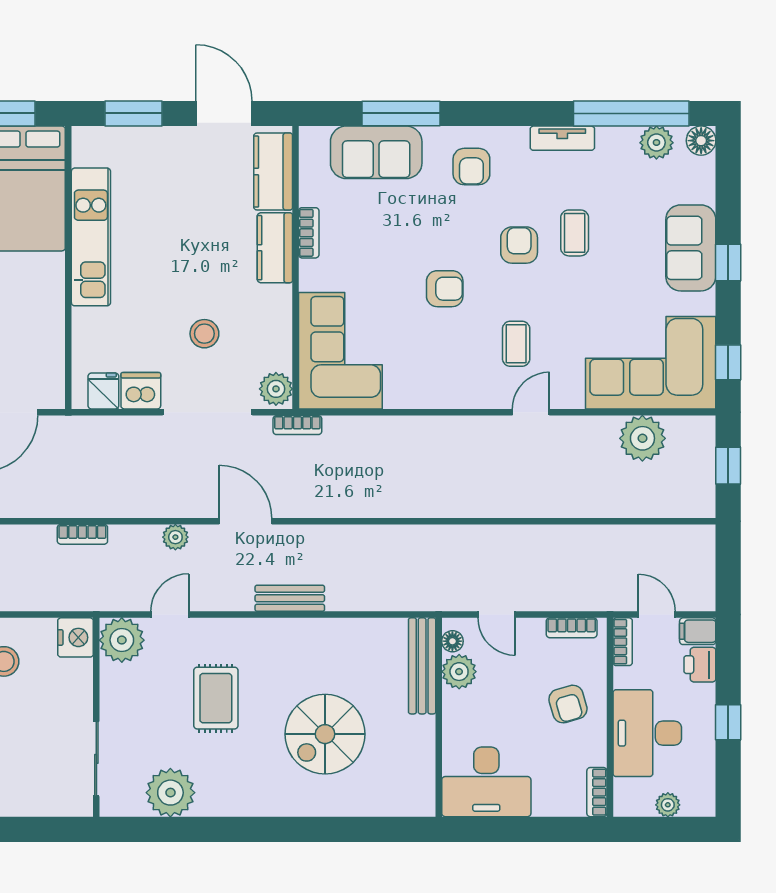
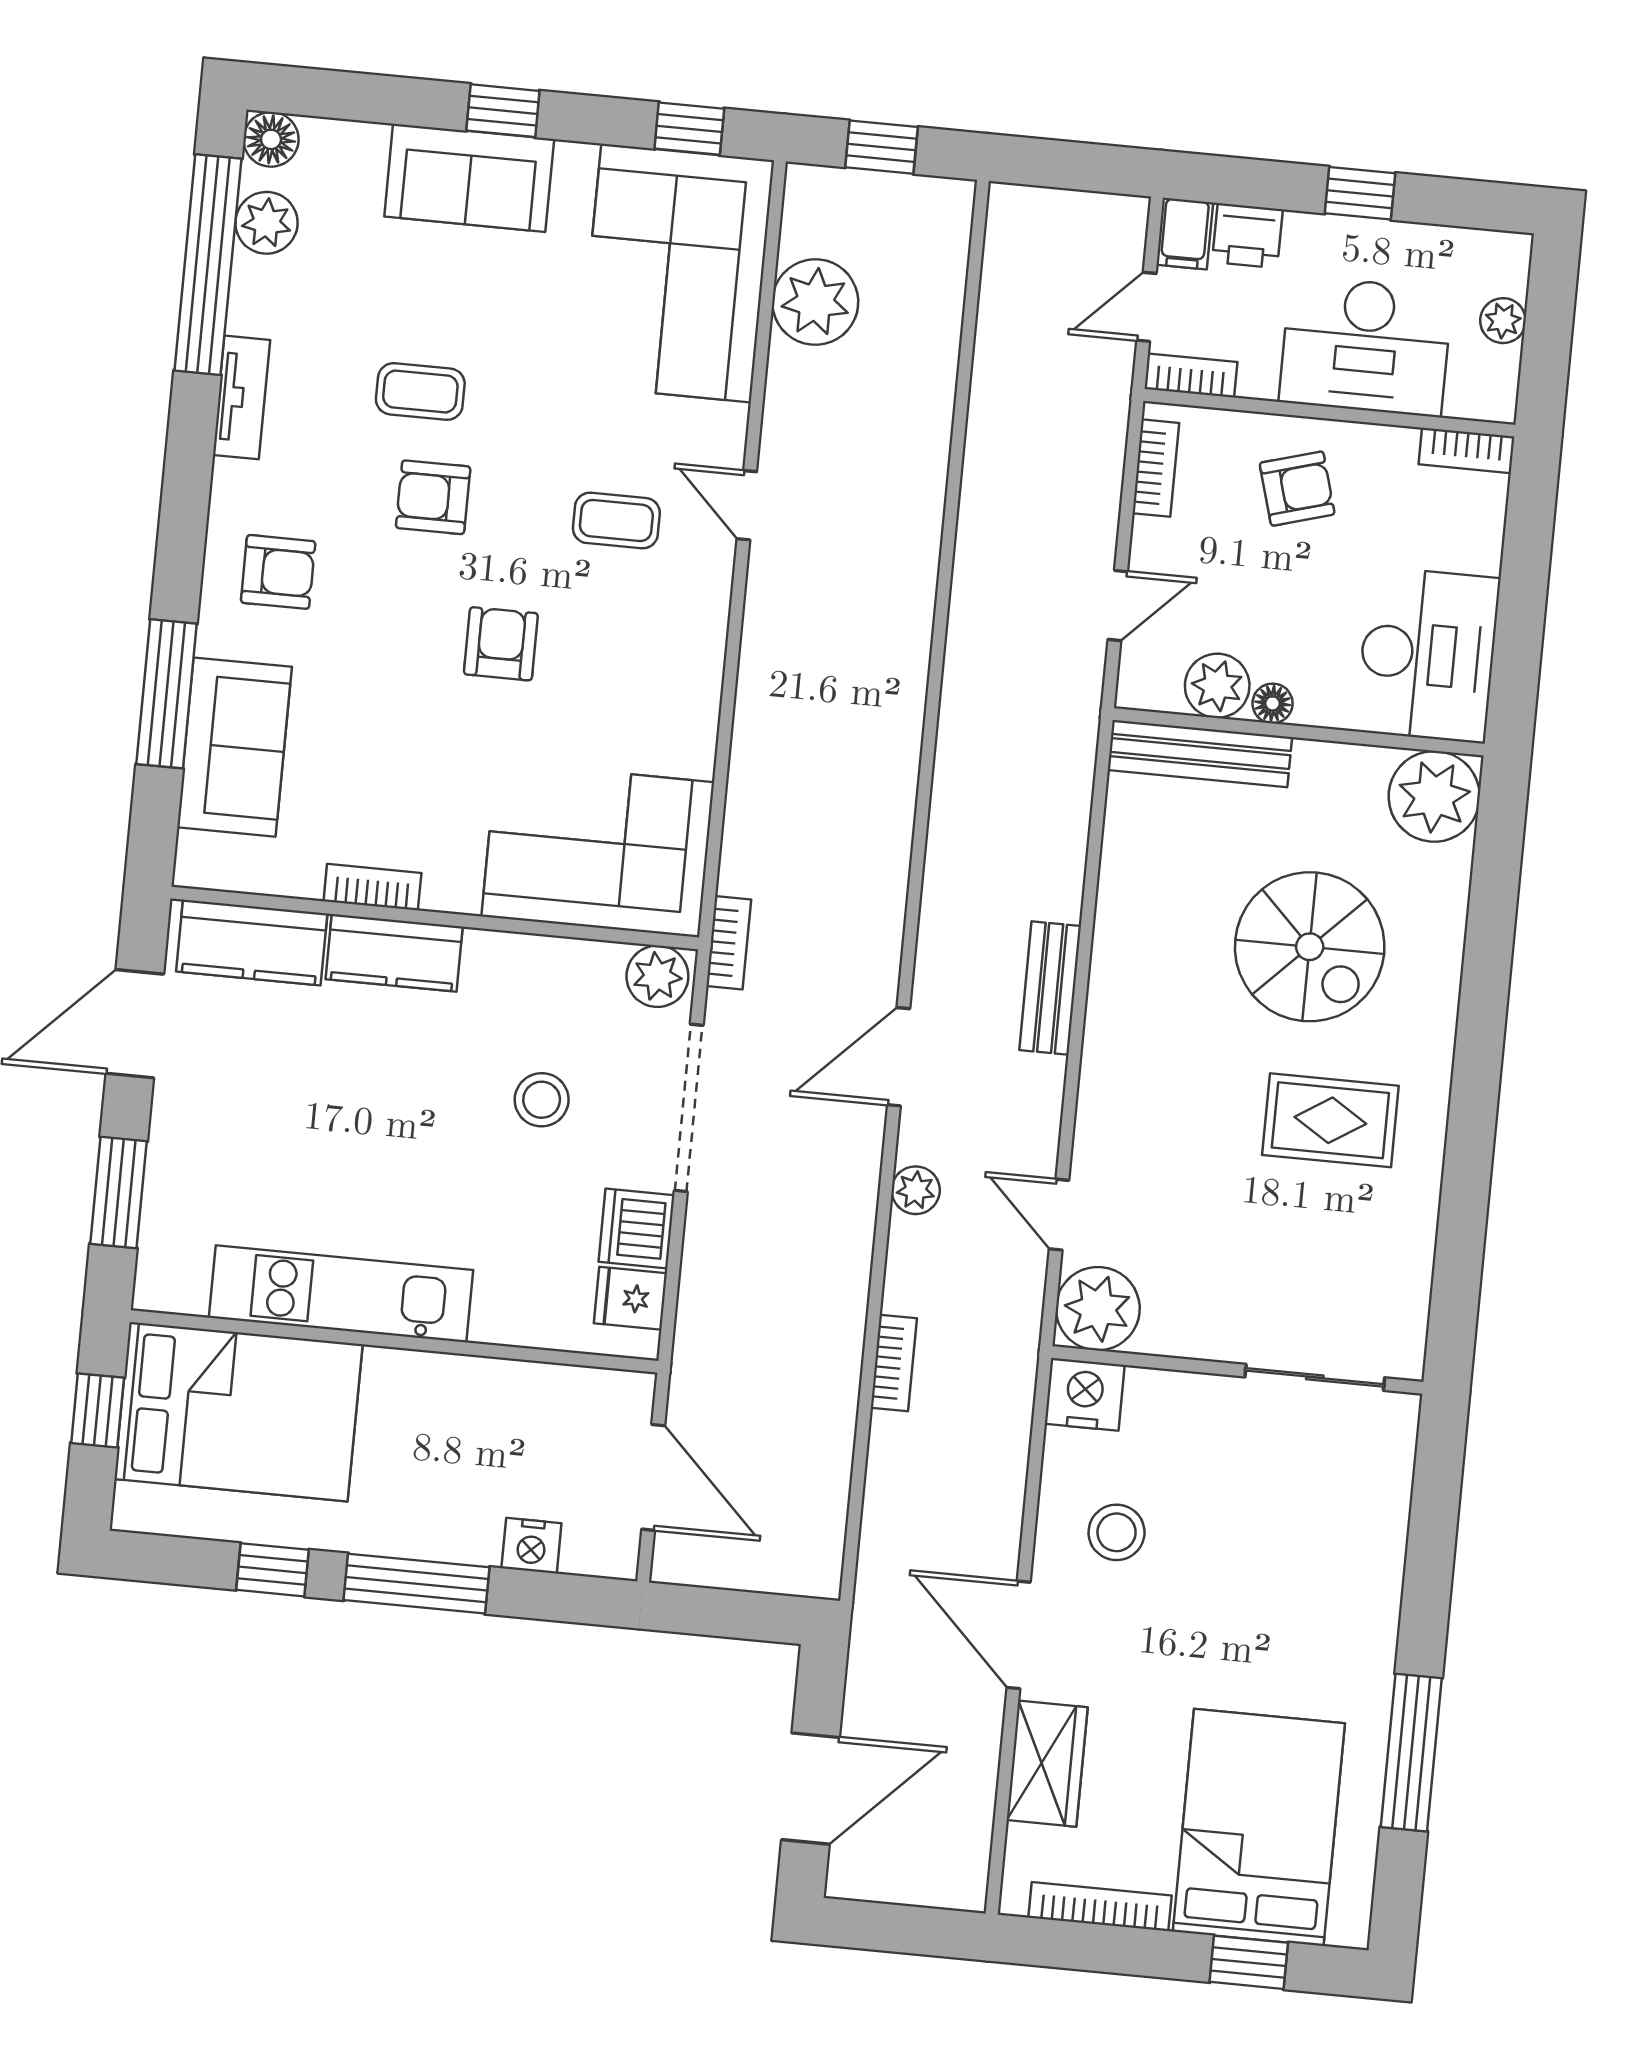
floor lamp: (452, 641) -> (1273, 703), moved
rug: (216, 698) -> (1330, 1120), moved
plant: (170, 793) -> (1434, 796), moved

